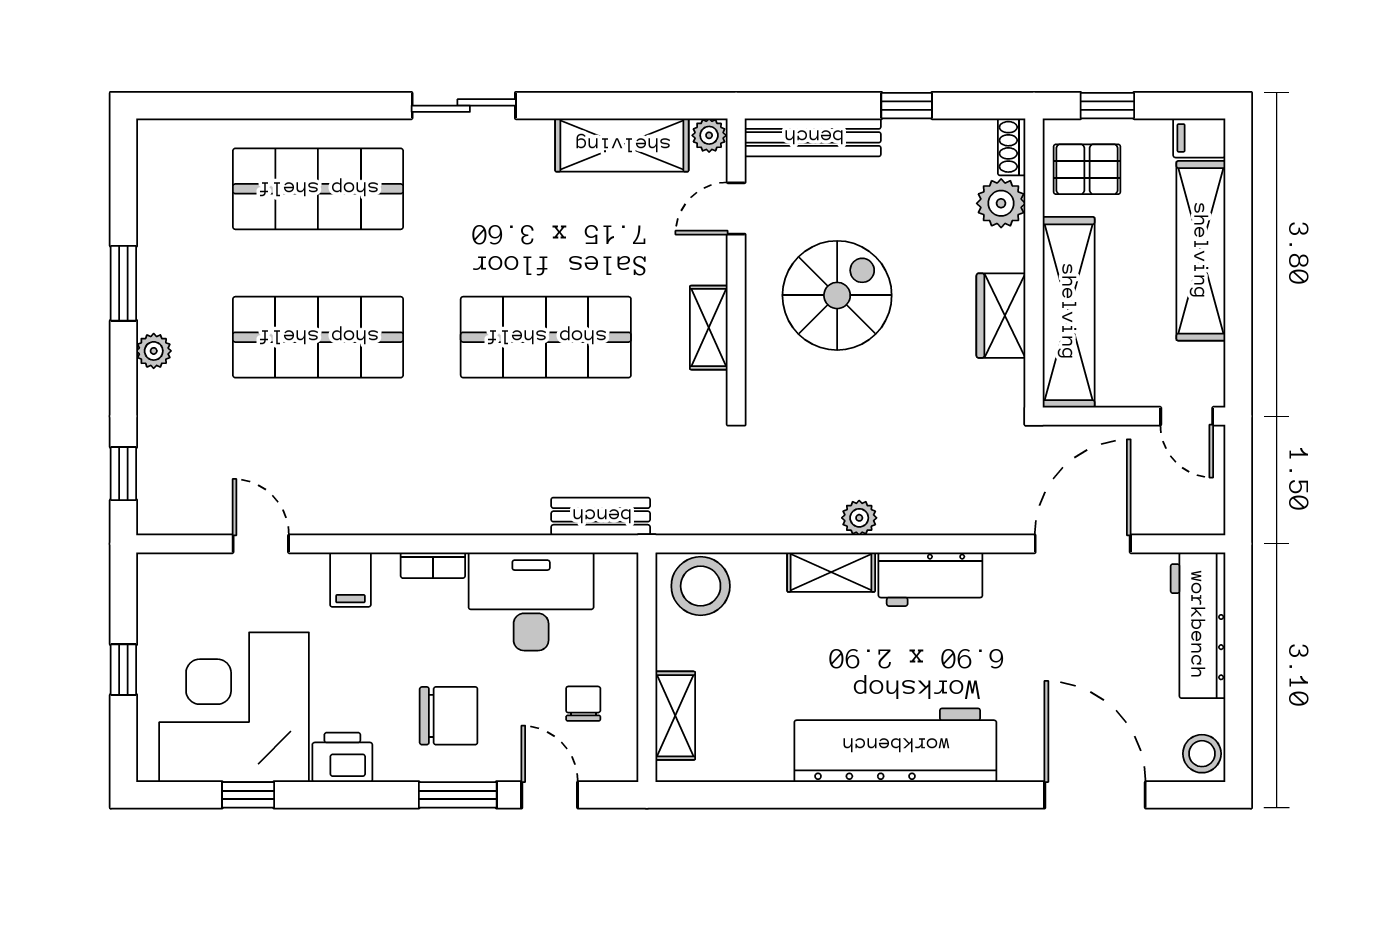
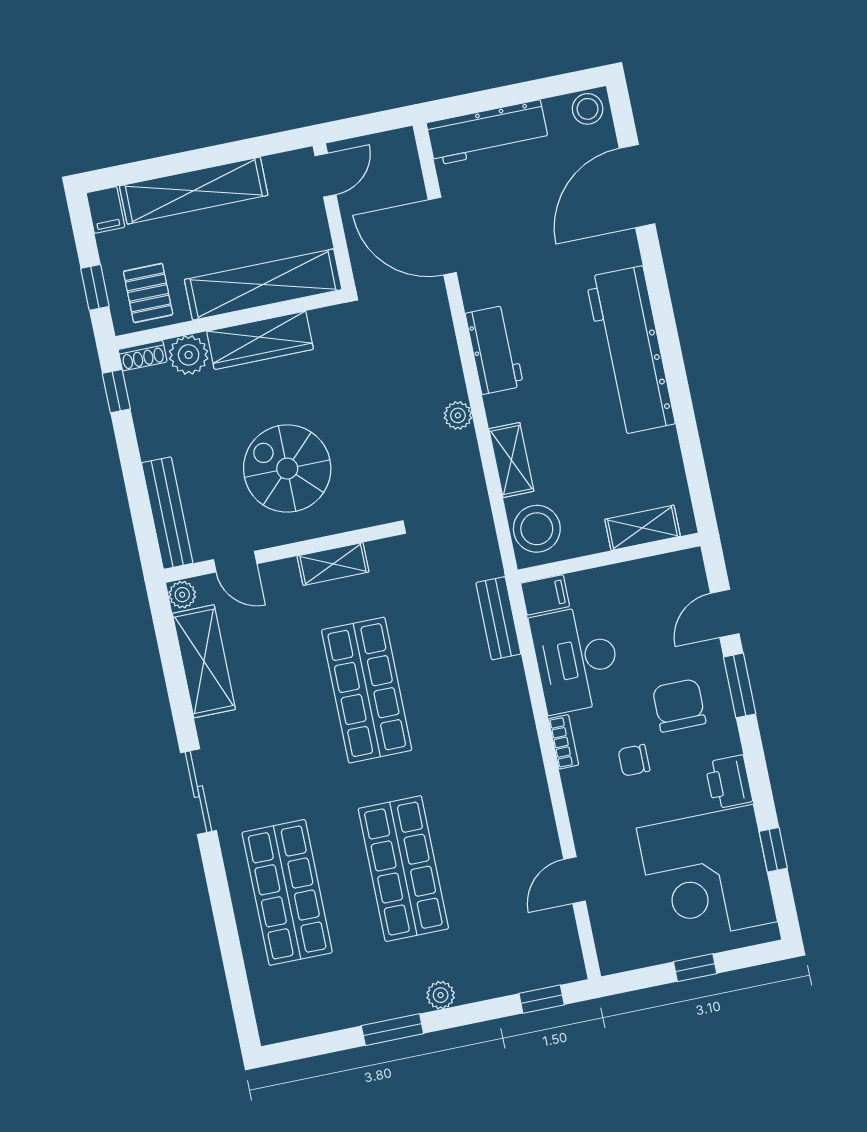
window: (907, 106) -> (116, 391), moved
wardrobe: (1001, 316) -> (260, 340), width x1.50
shelving: (831, 572) -> (511, 460), moved
filing cabinet: (350, 580) -> (545, 595), moved
chair: (583, 704) -> (634, 760), moved

